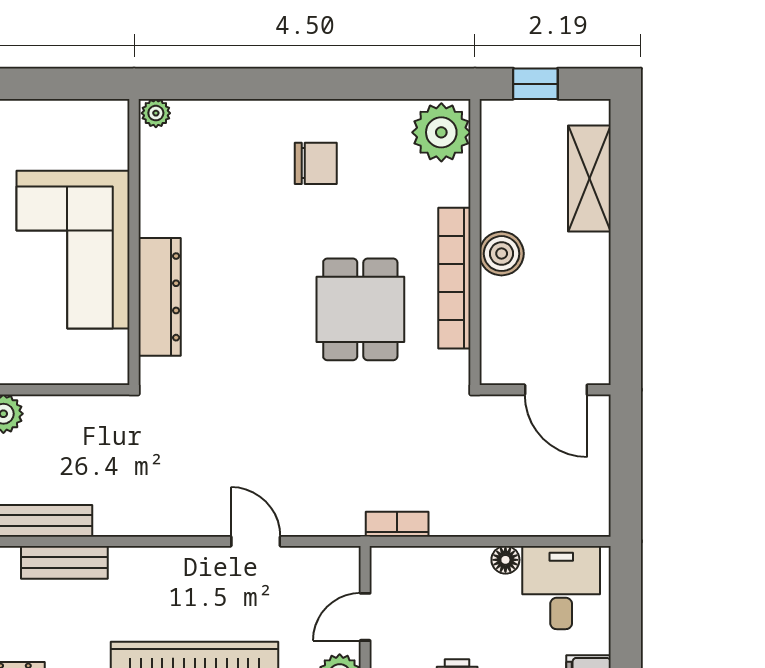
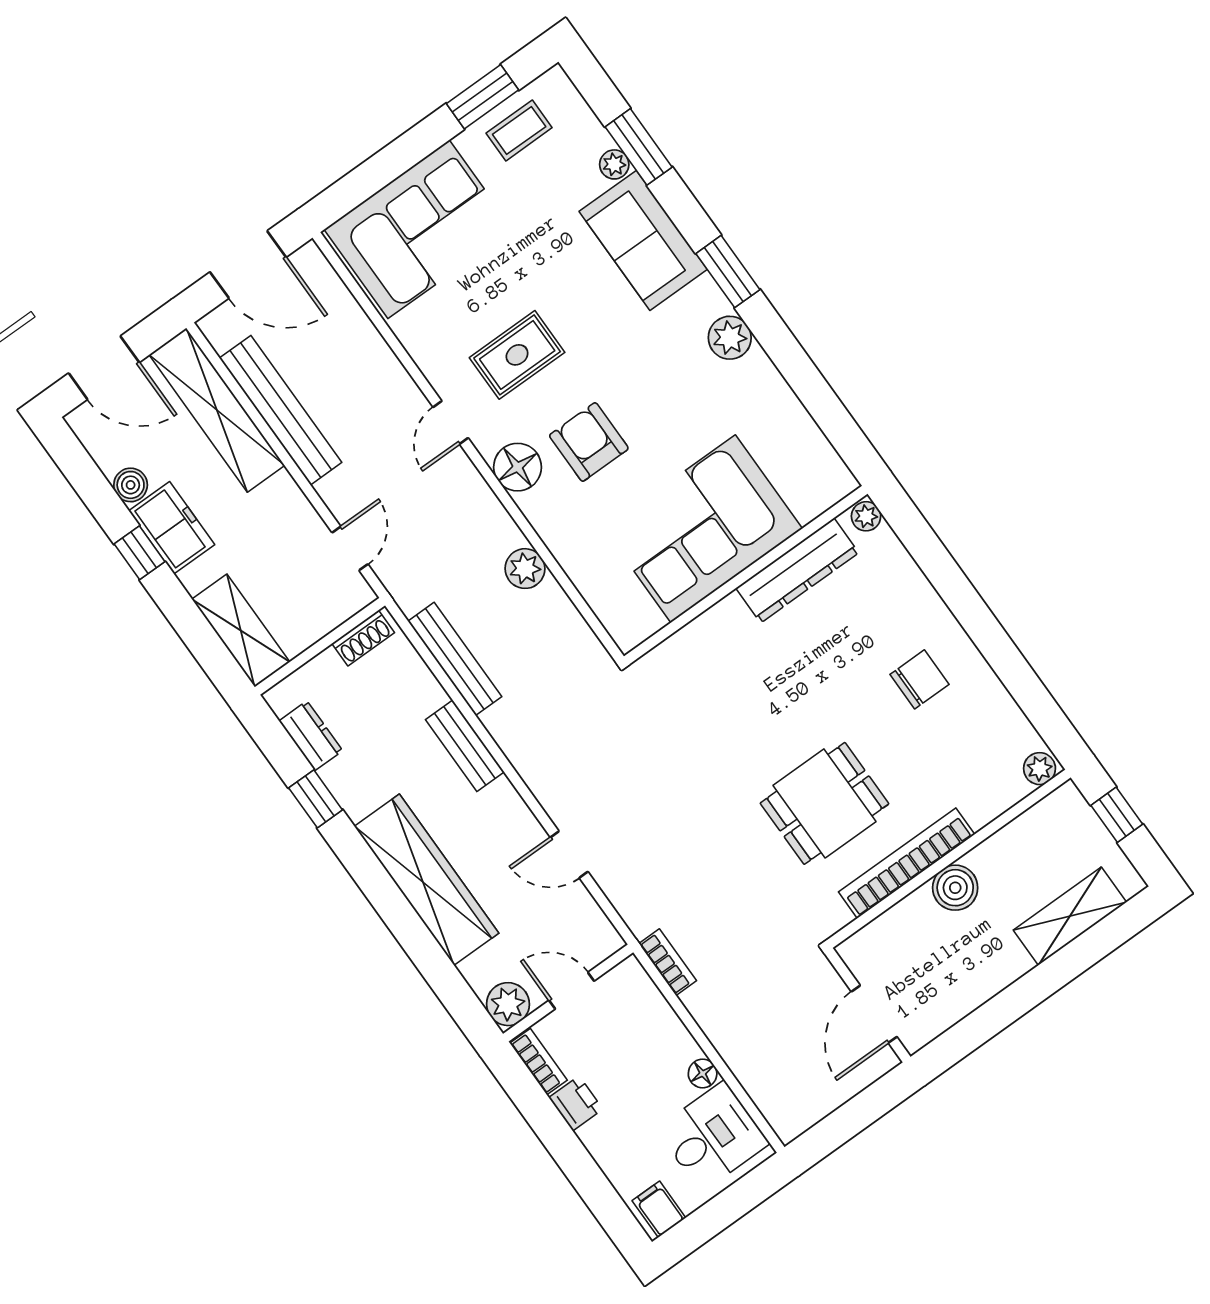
plant: (441, 132) -> (1040, 769), width x0.53, depth x0.53
chair: (316, 163) -> (919, 679), turned -90
dresser: (160, 297) -> (797, 570), moved
door: (256, 541) -> (569, 855), swing flipped
bench: (64, 562) -> (465, 746), moved

